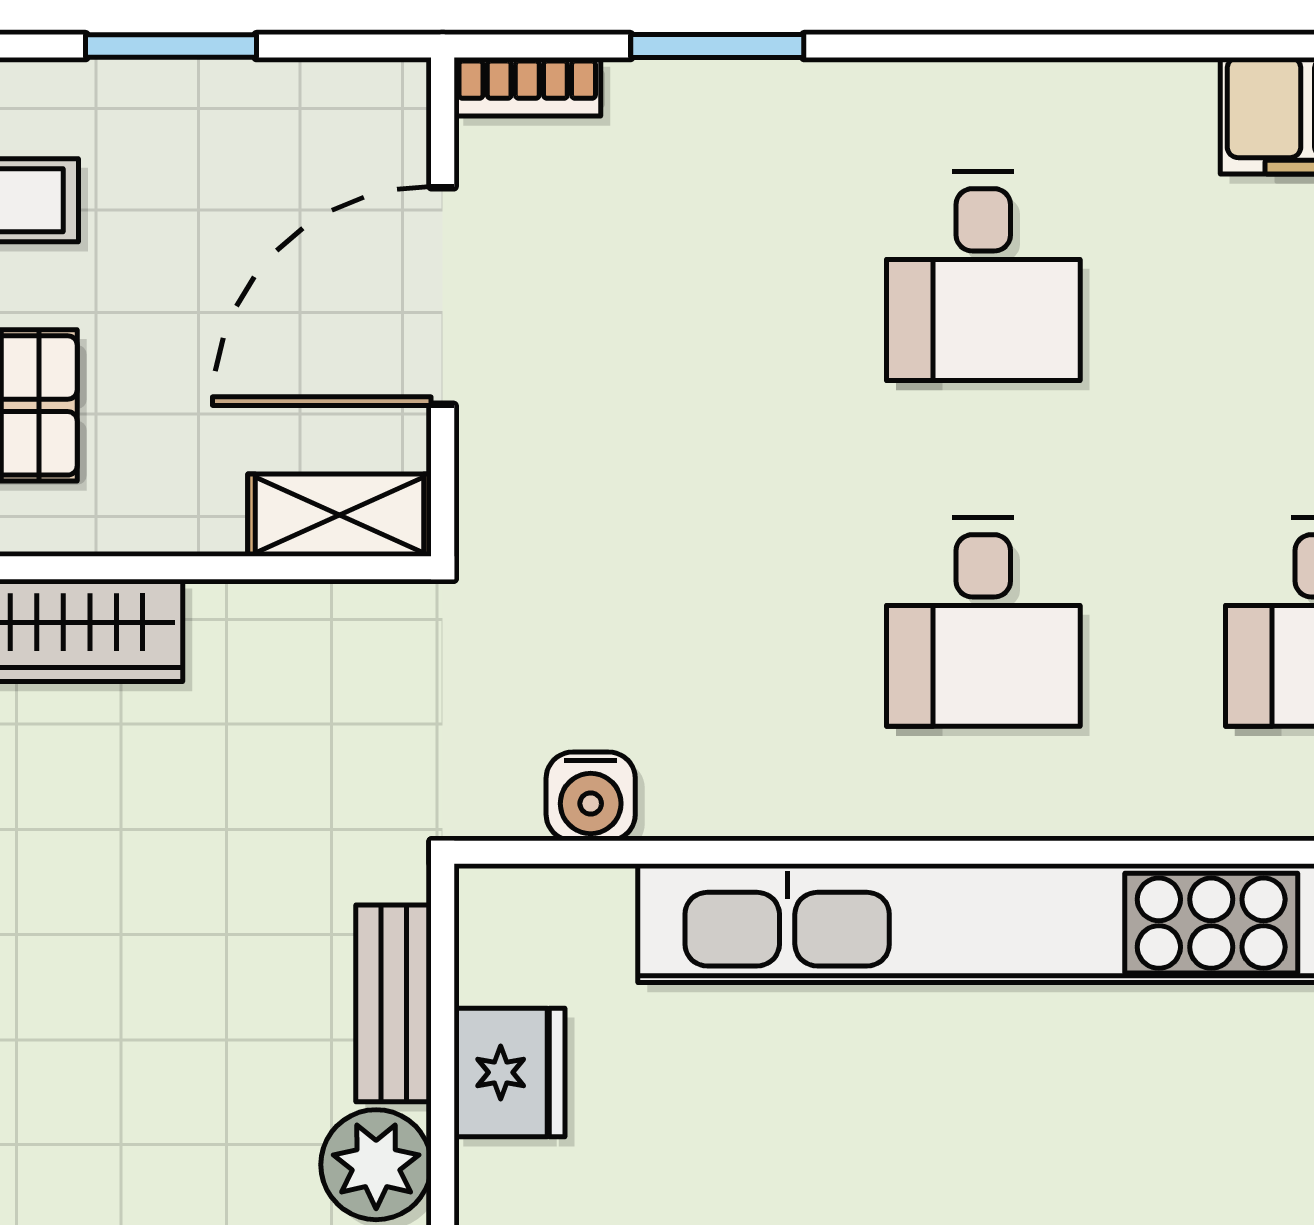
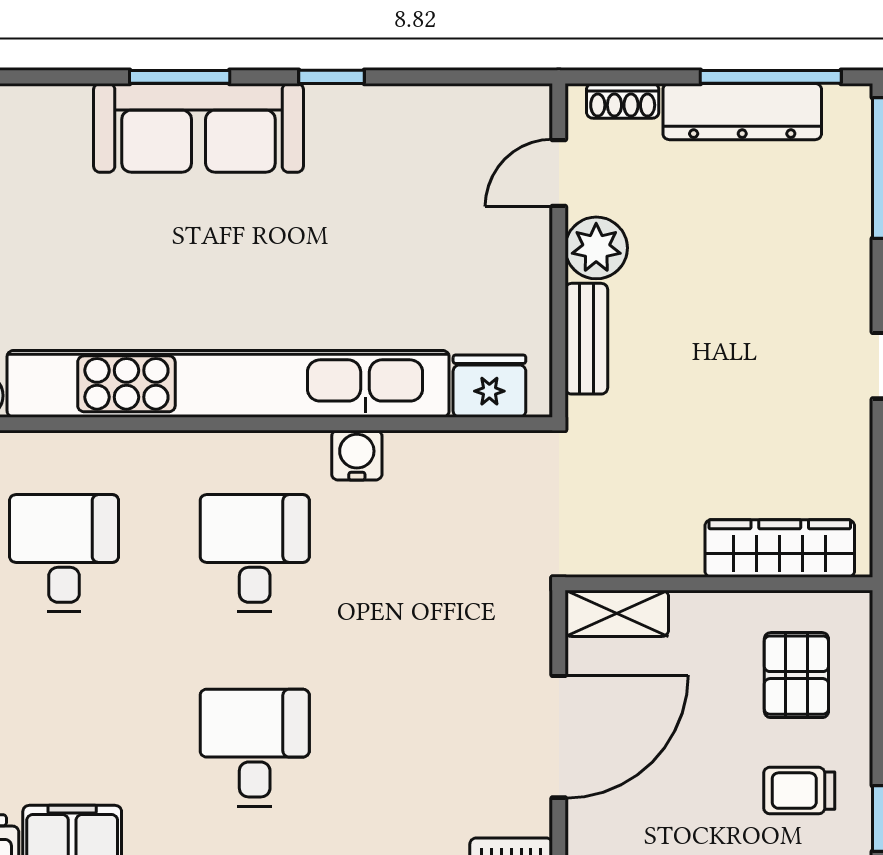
water cooler: (591, 796) -> (357, 455), moved
fridge: (509, 1072) -> (489, 386), moved, turned 90

